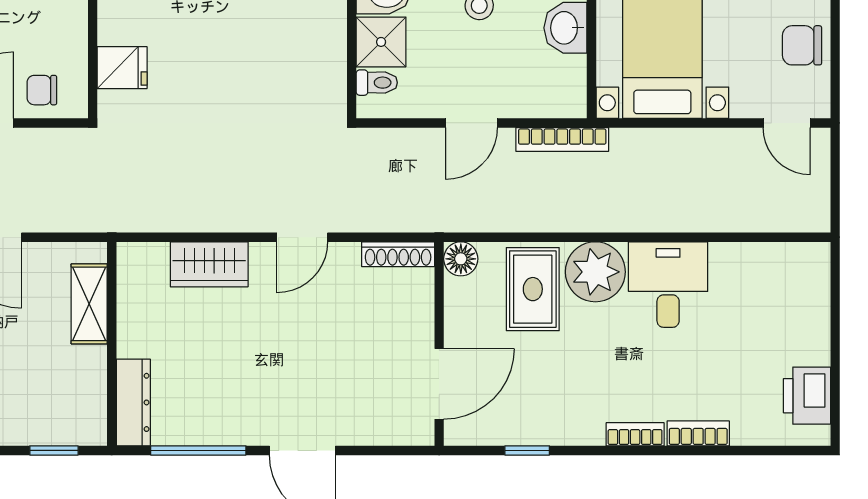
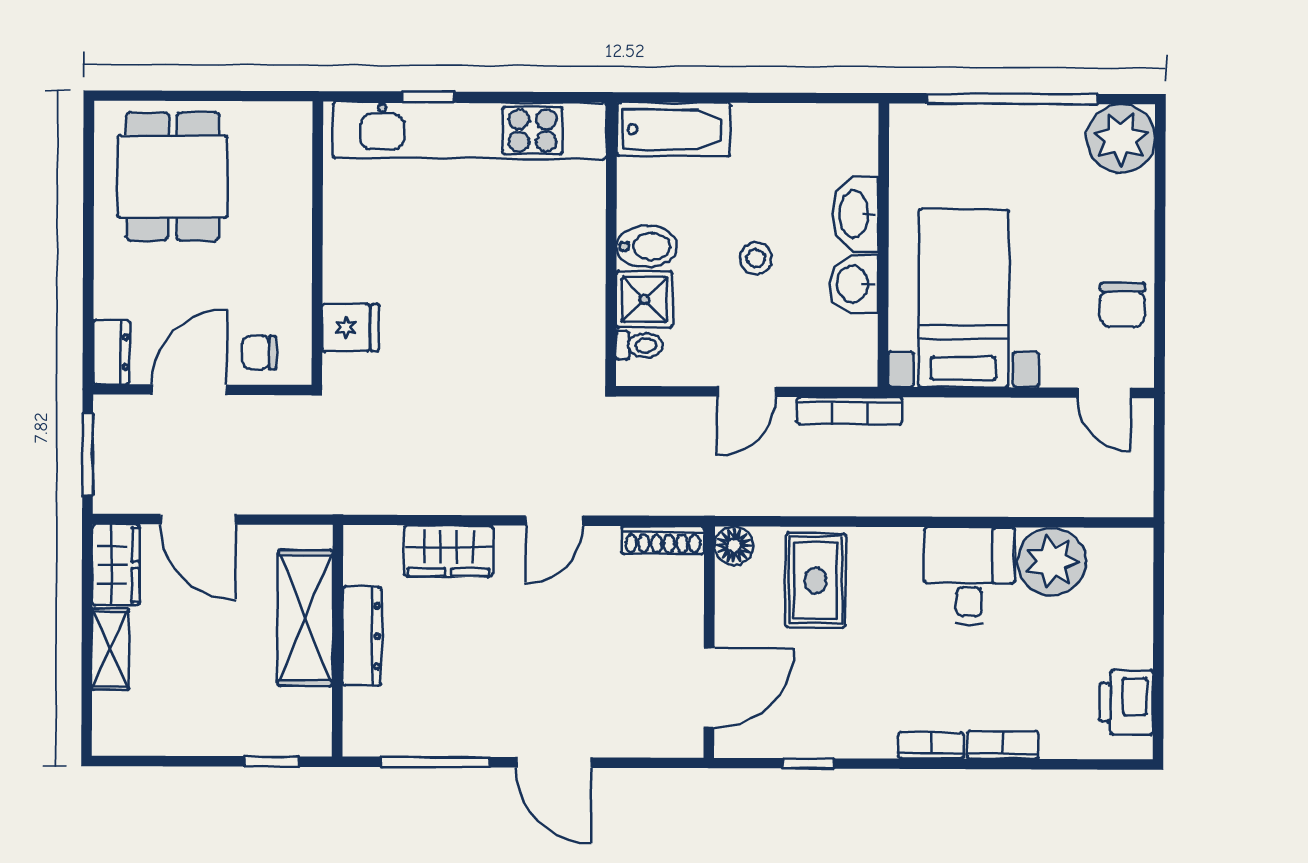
chair: (802, 45) -> (1122, 305), turned -90
plant: (595, 272) -> (1052, 562), moved
shelving: (89, 304) -> (305, 618), width x1.50, depth x1.33
dresser: (133, 402) -> (362, 636), moved

